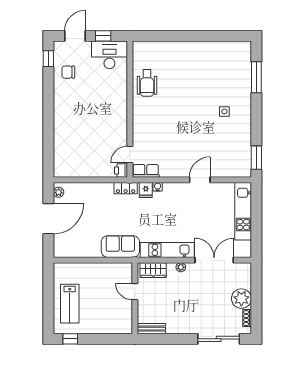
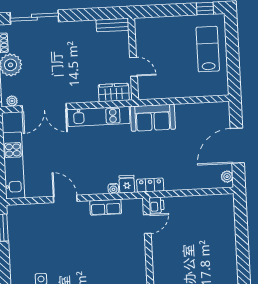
row of seats: (146, 171) -> (106, 207), moved
door: (200, 180) -> (65, 199), swing flipped
plant: (181, 267) -> (12, 101), moved

